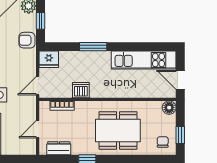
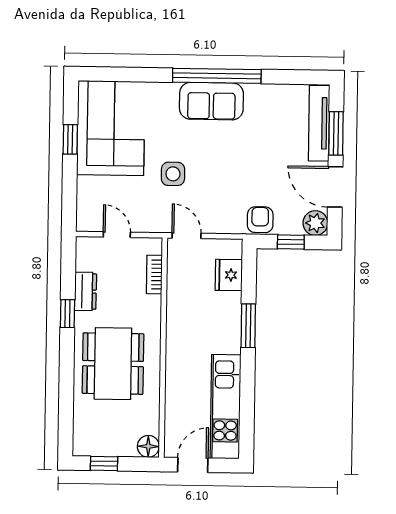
fridge: (49, 59) -> (229, 275), moved
dishwasher: (81, 90) -> (179, 305), removed
chair: (163, 142) -> (93, 435), removed
dresser: (59, 148) -> (85, 291), moved

